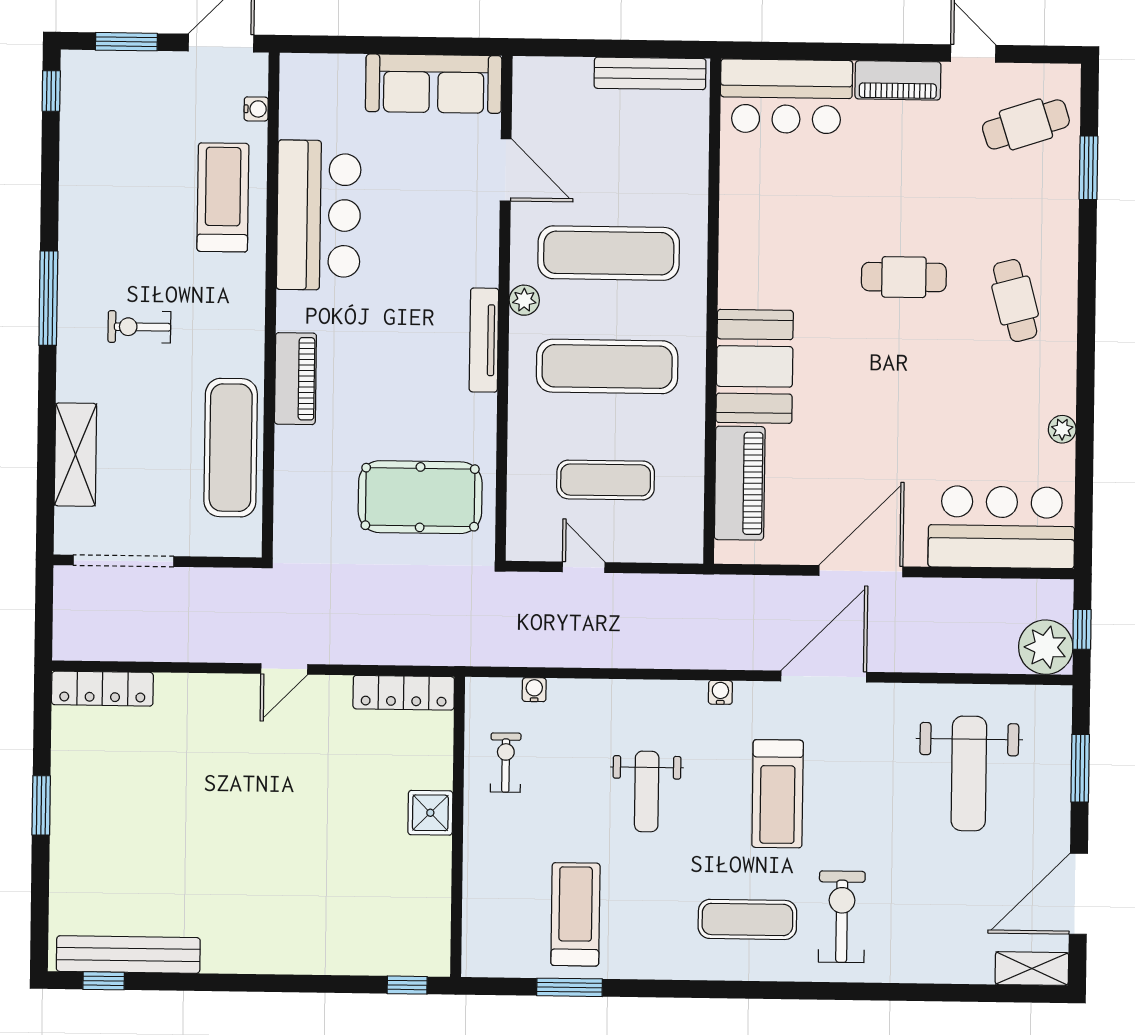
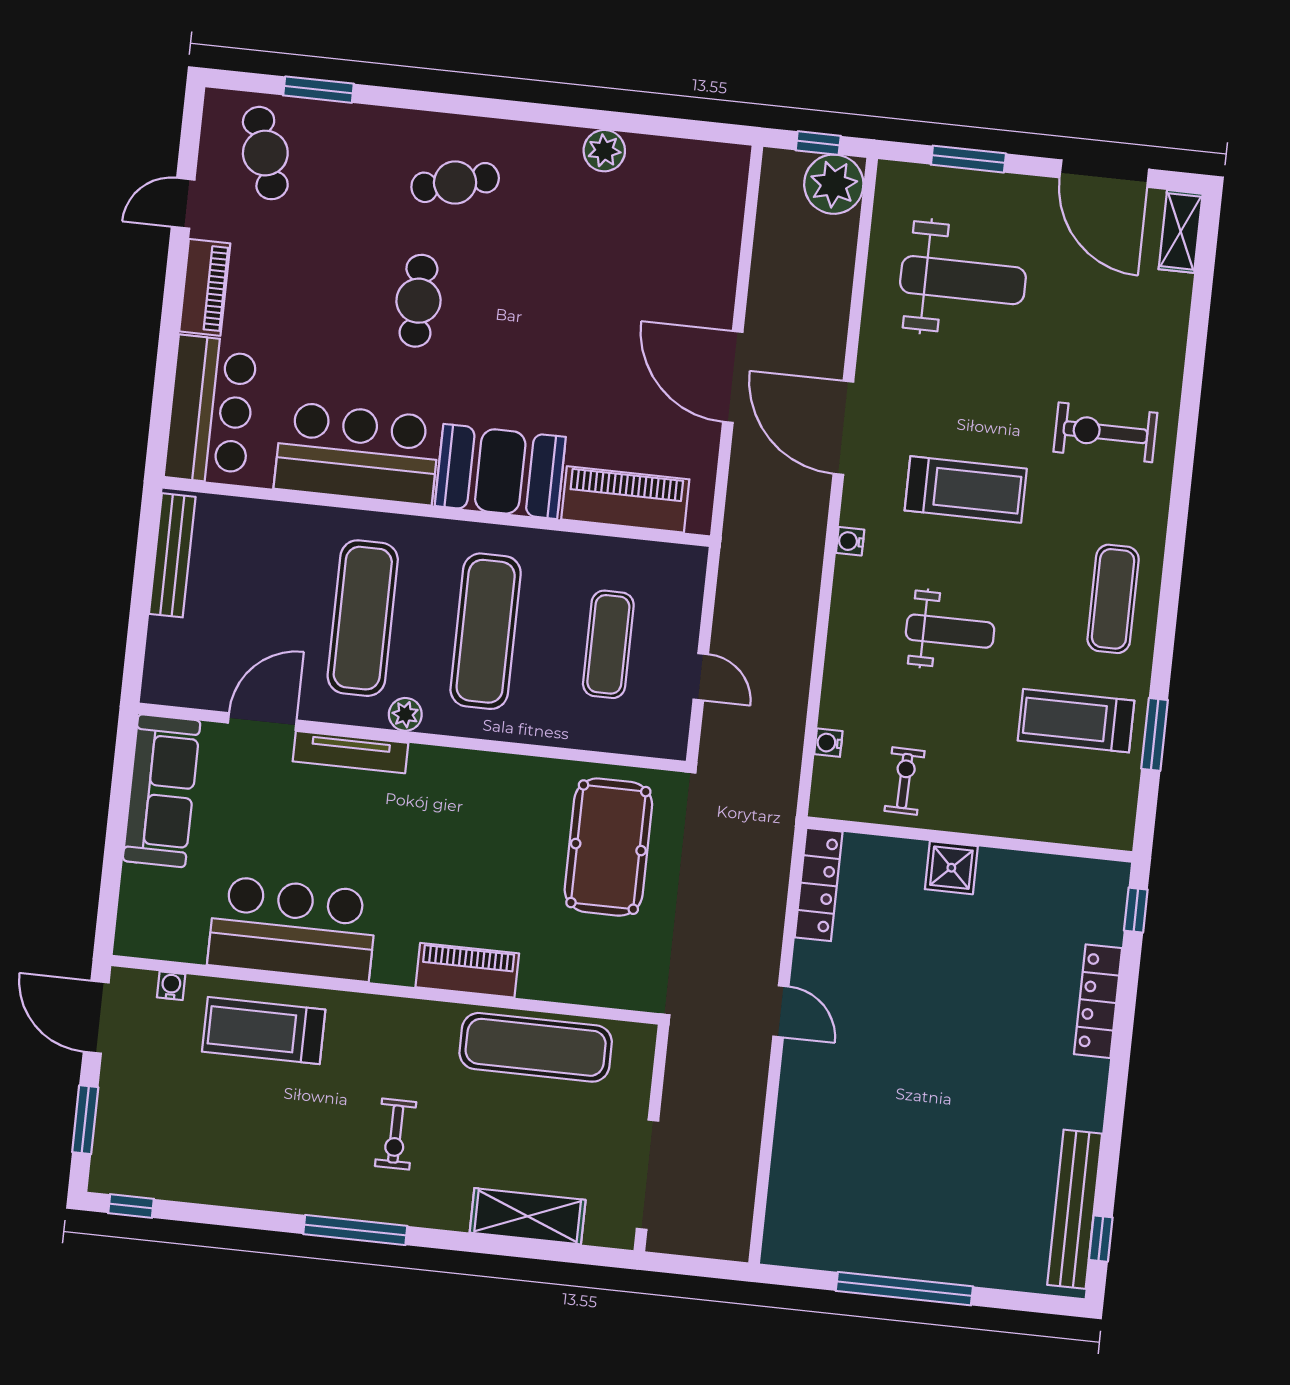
tv unit: (484, 340) -> (350, 752), moved
plant: (1062, 429) -> (604, 151), width x1.38, depth x1.38
bar counter: (1002, 527) -> (357, 453), moved, turned 90
door: (584, 567) -> (701, 677), swing flipped
locker: (102, 689) -> (1098, 1001), moved, turned 180
exercise bike: (506, 763) -> (905, 781), turned 91
window: (41, 805) -> (904, 1289), width x2.11
exercise mat: (747, 919) -> (1113, 599), moved

